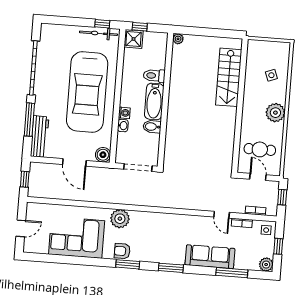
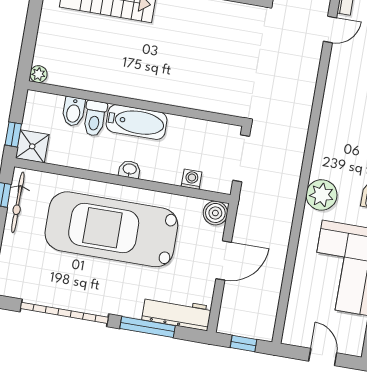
car: (87, 92) -> (111, 229), turned 180
washing machine: (124, 113) -> (192, 179), moved
washbasin: (123, 126) -> (130, 169), moved
bidet: (152, 127) -> (74, 112), moved

